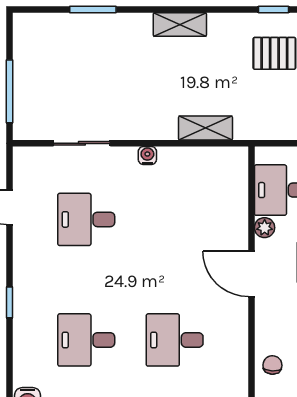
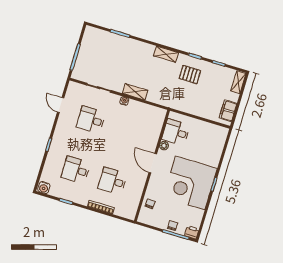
shelving: (180, 25) -> (166, 54), moved
shelving: (206, 128) -> (135, 92), moved

